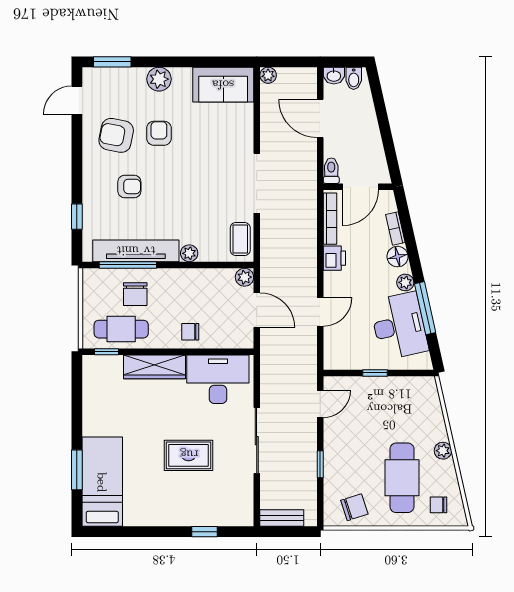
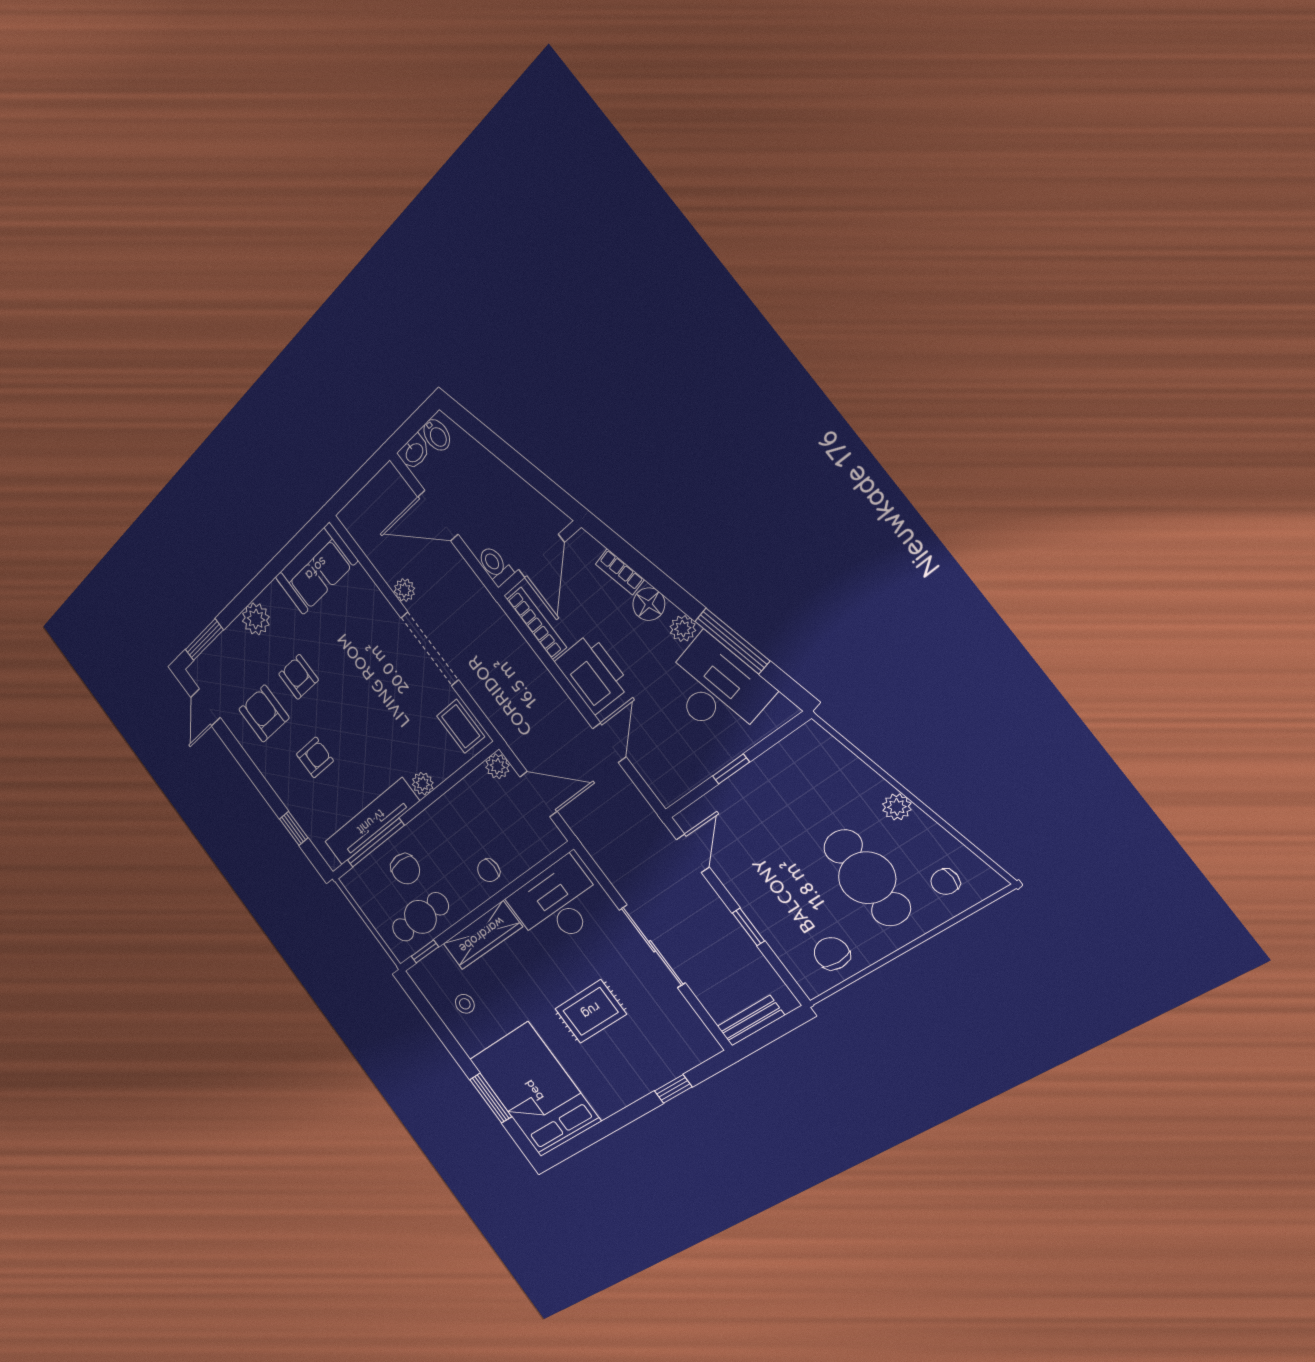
plant: (268, 75) -> (404, 590), moved
armchair: (116, 135) -> (264, 714), turned 79
printer: (334, 258) -> (592, 674), width x1.87, depth x1.48
stool: (108, 401) -> (465, 1004), added
bed: (102, 482) -> (534, 1090), width x1.50
chair: (354, 507) -> (832, 954), turned -72

